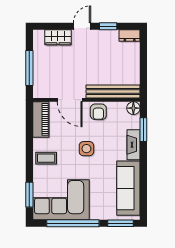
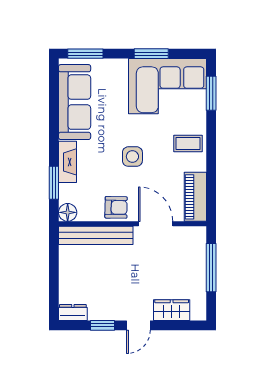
armchair: (98, 112) -> (116, 207), turned 91
window: (73, 223) -> (151, 54), width x0.47

